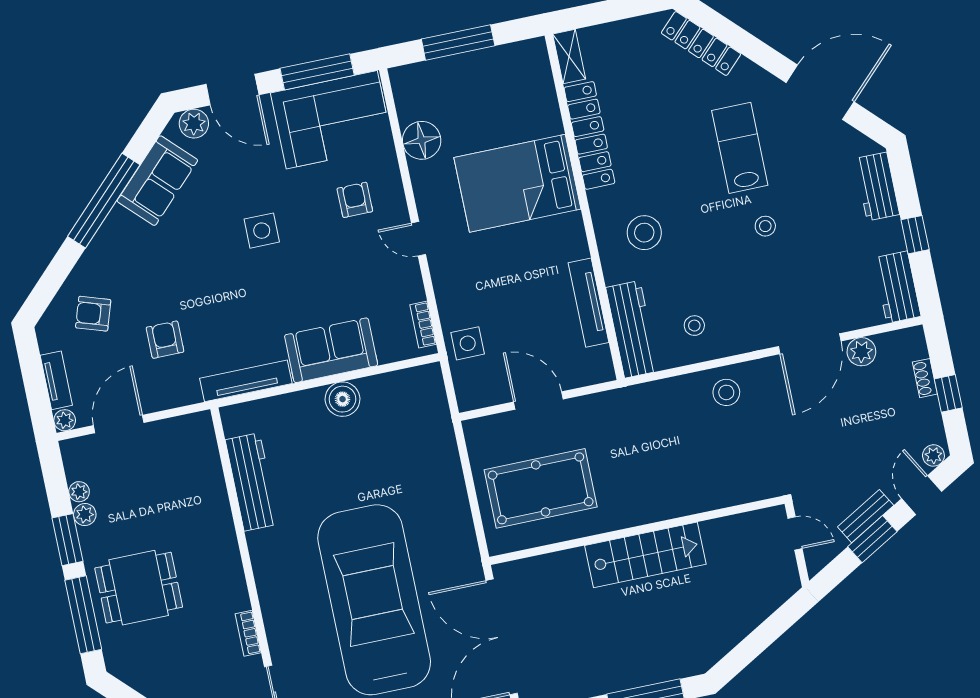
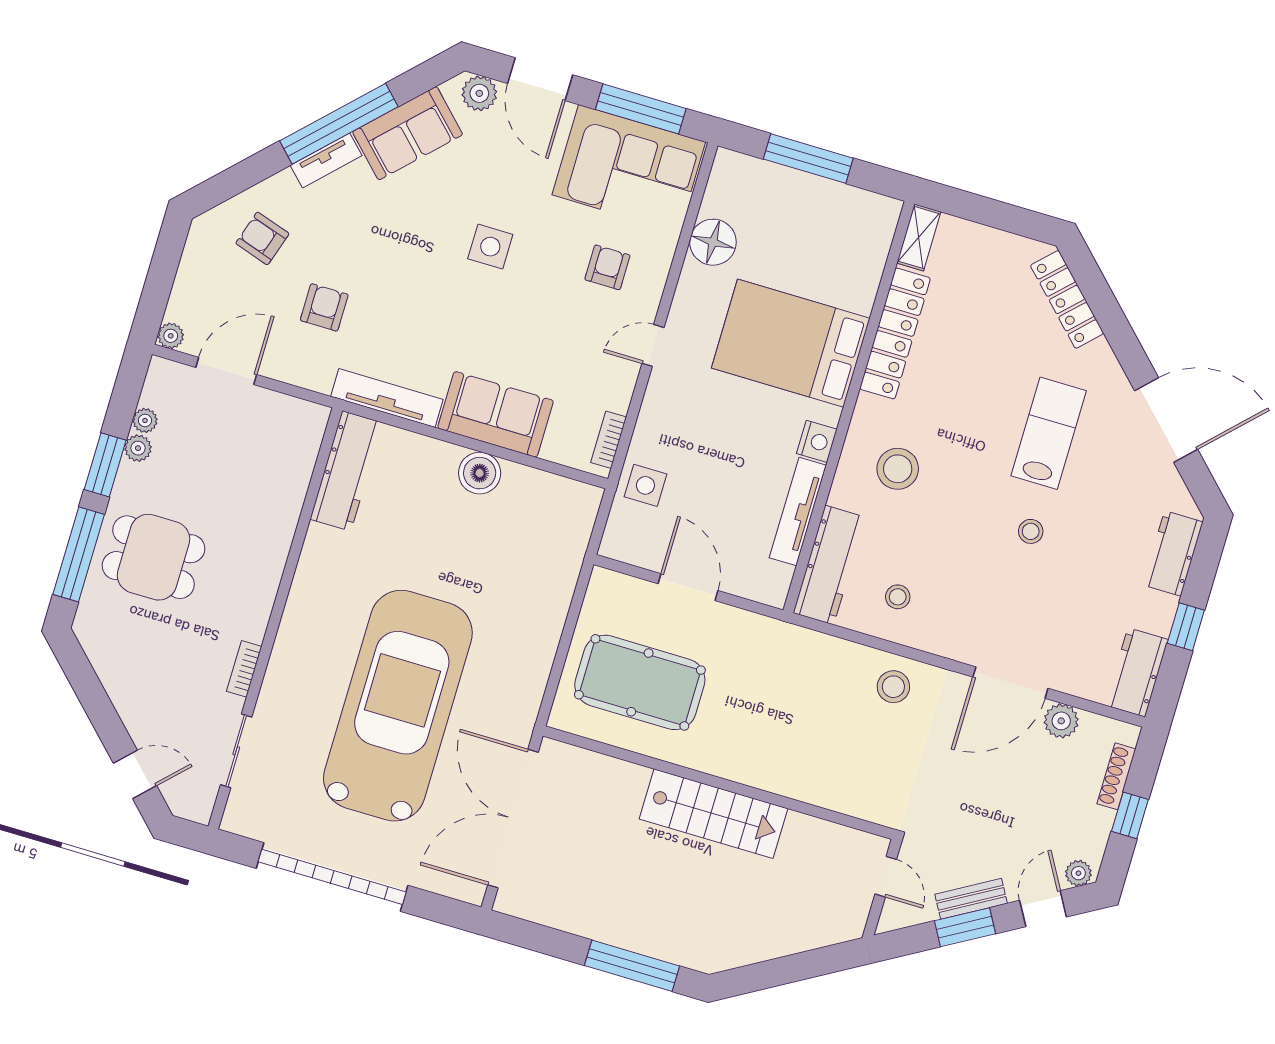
door: (419, 239) -> (653, 345), hinge flipped
nightstand: (575, 244) -> (817, 441), added
shoe rack: (925, 378) -> (1116, 776), width x1.43
tv unit: (56, 380) -> (326, 160), moved, turned 45
workbench: (252, 482) -> (346, 471), moved

